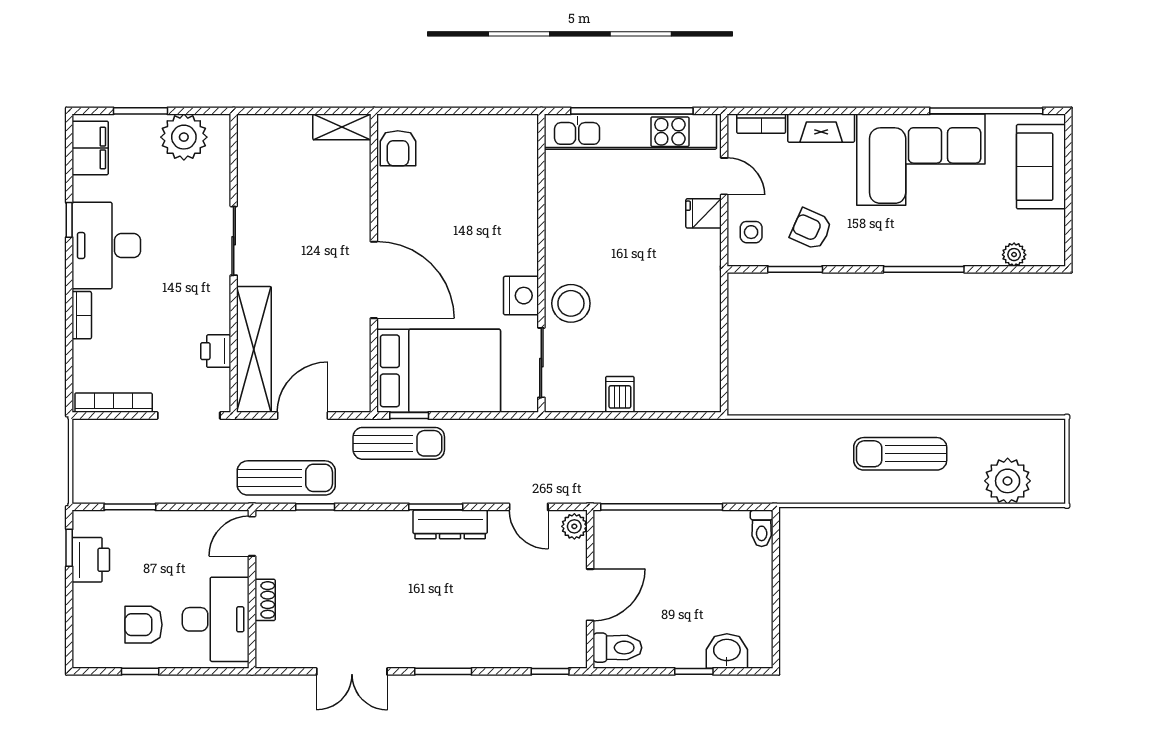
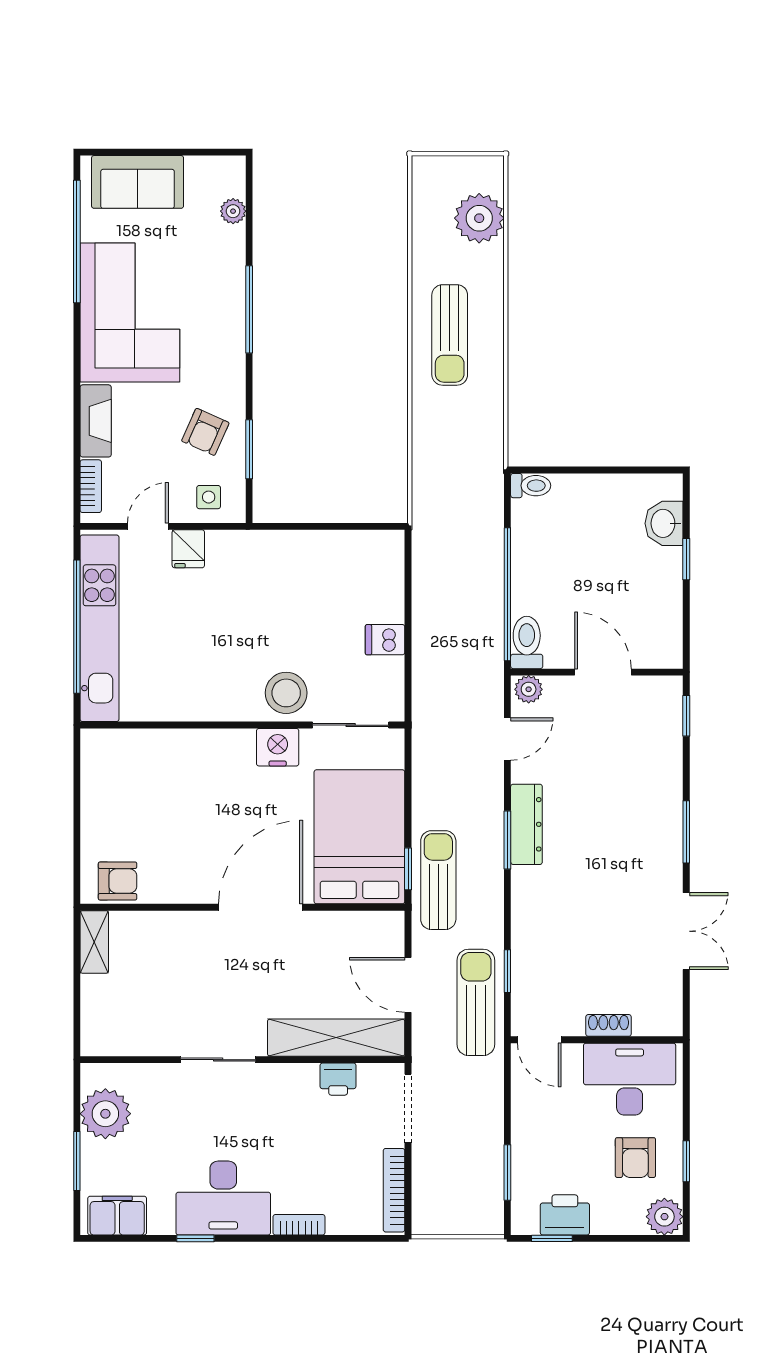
toilet: (617, 648) -> (527, 642), moved
plant: (89, 651) -> (664, 1217), added

